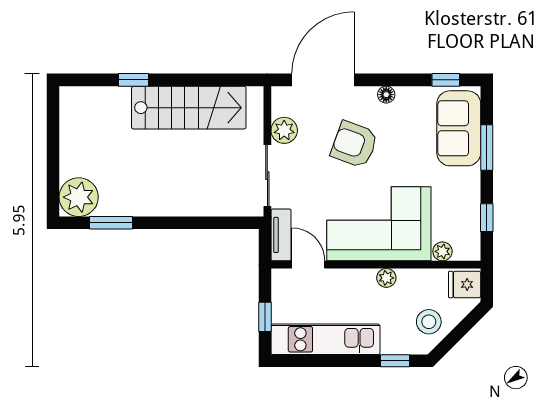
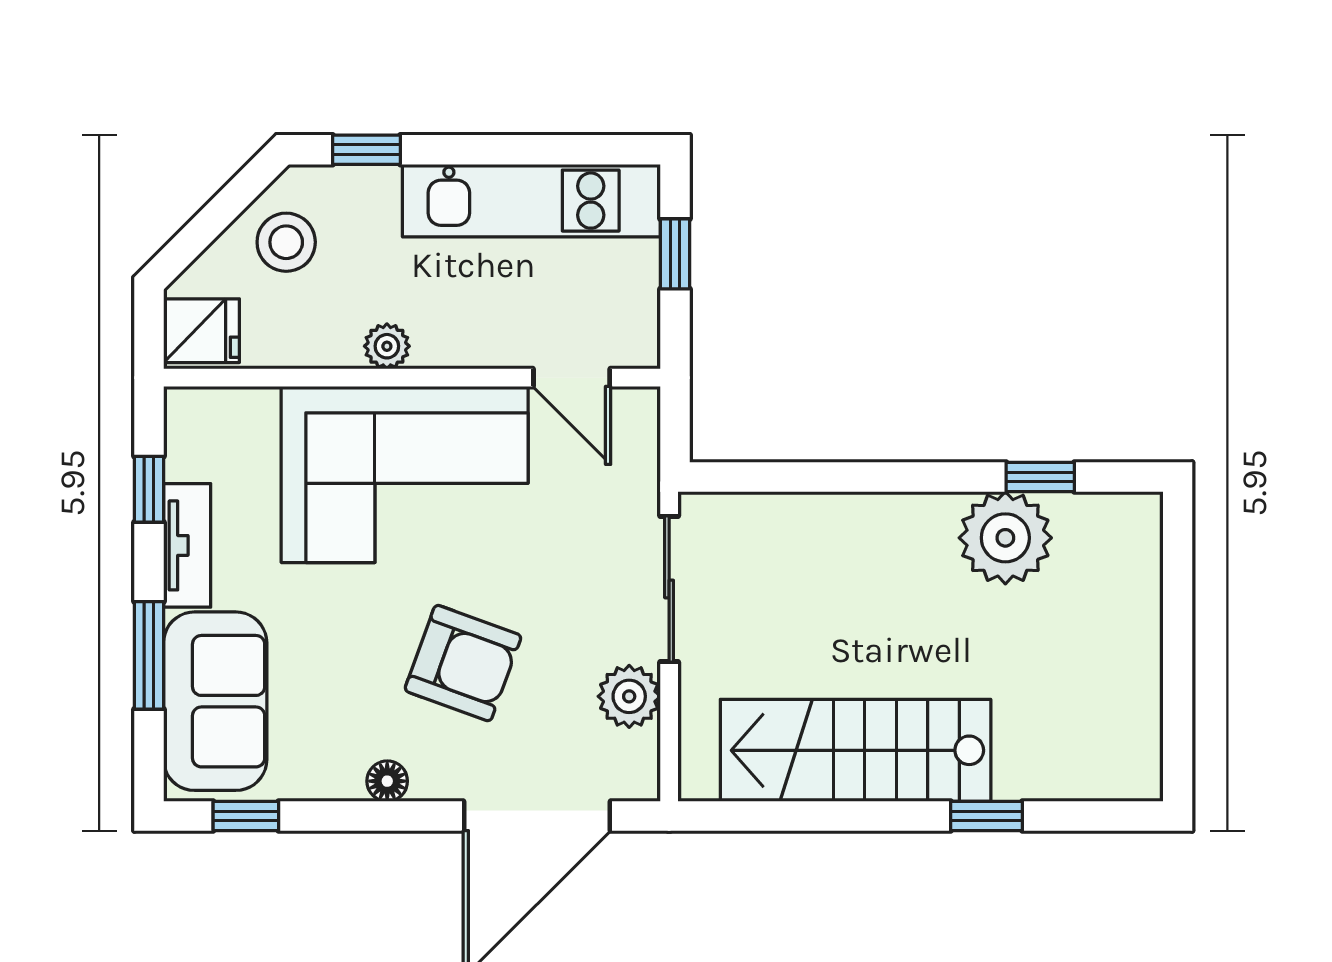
plant: (79, 197) -> (1005, 538), moved
window: (111, 223) -> (1040, 477), width x0.67
tv unit: (281, 235) -> (187, 545), moved, turned 180
plant: (442, 251) -> (254, 409), removed

